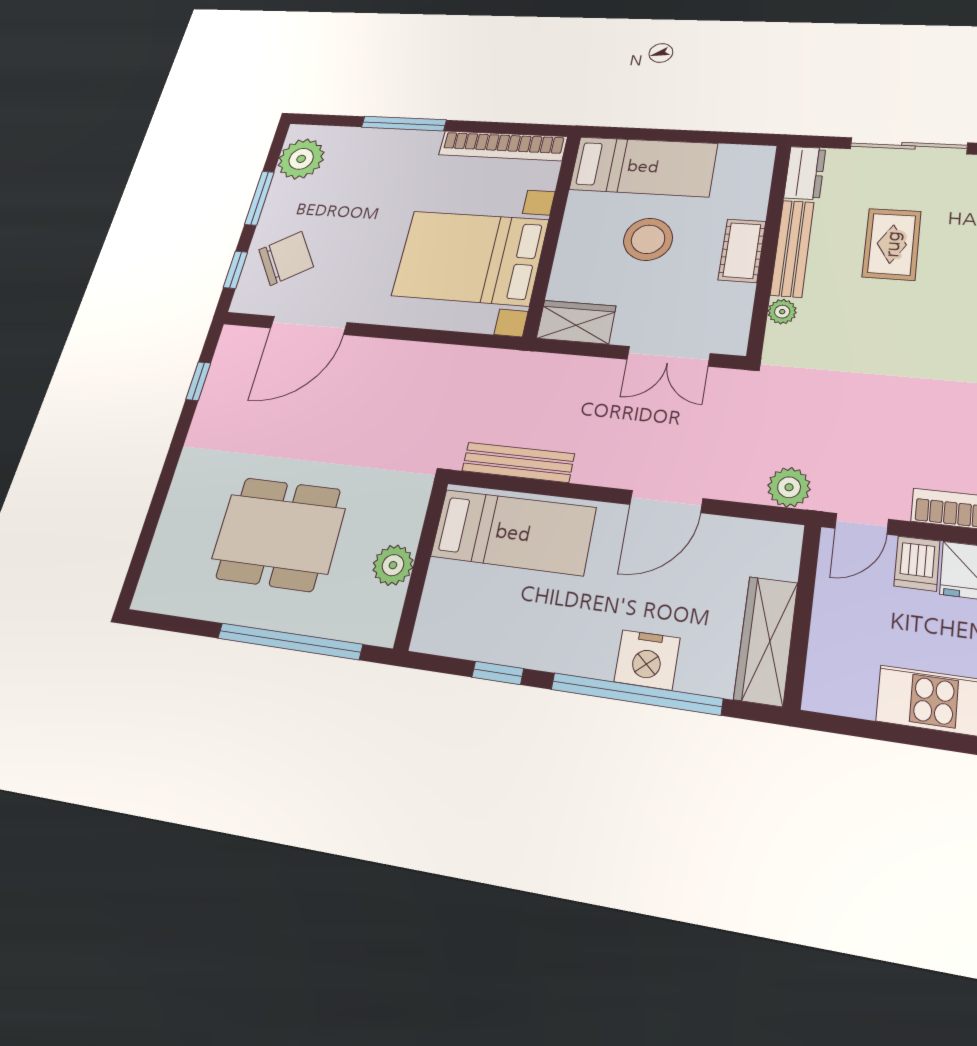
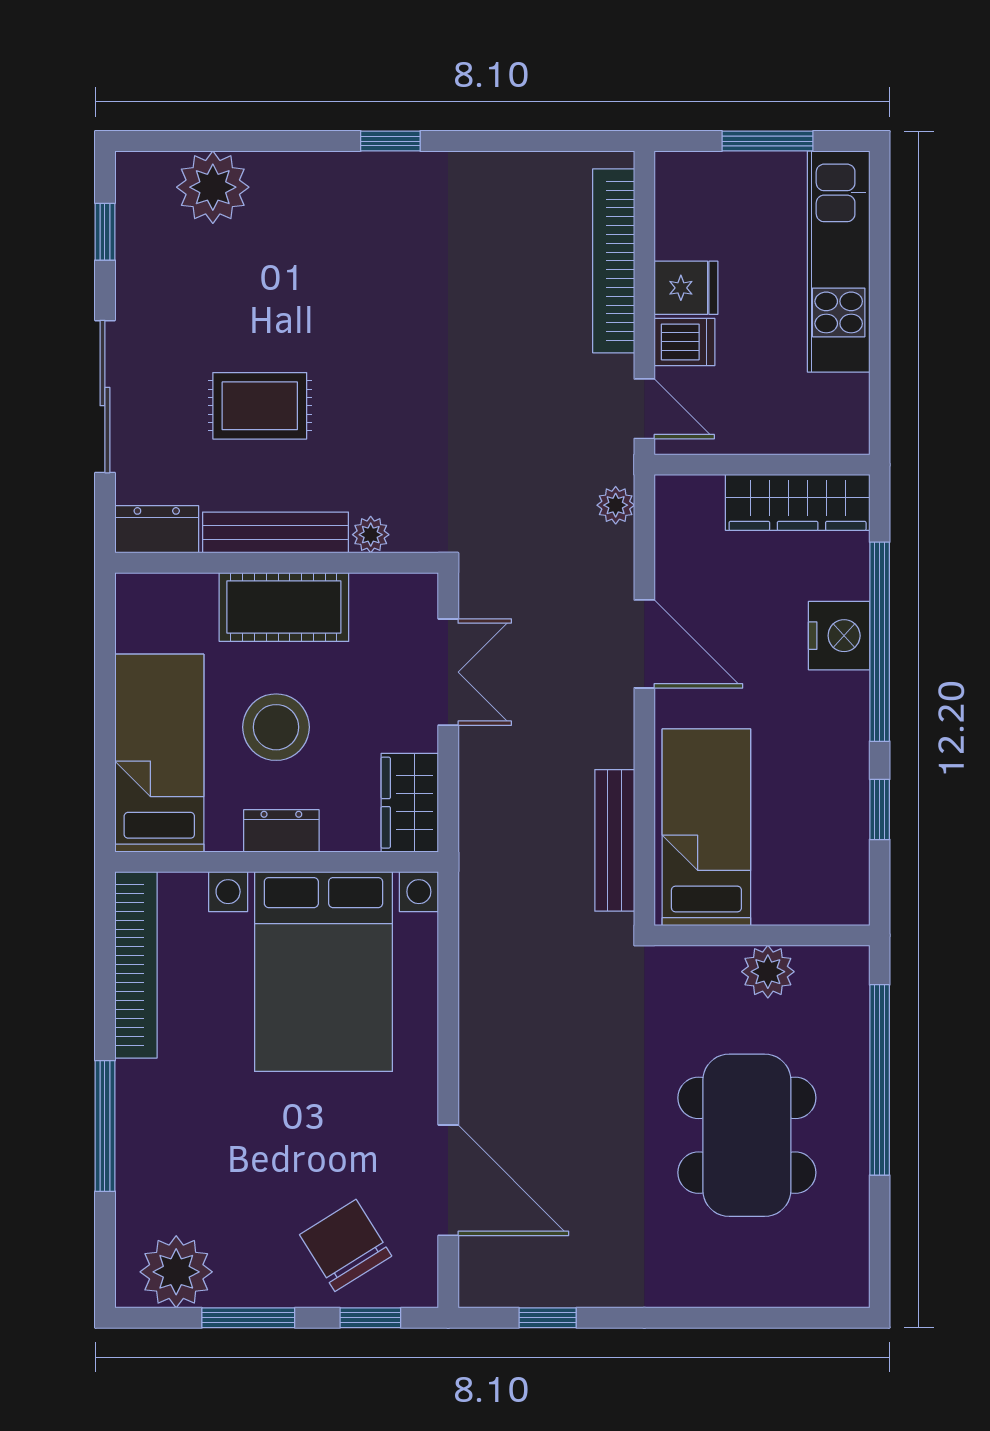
dresser: (574, 238) -> (281, 831), added
cot: (742, 250) -> (284, 607), width x1.37, depth x1.34
plant: (789, 487) -> (616, 505), width x0.73, depth x0.73

